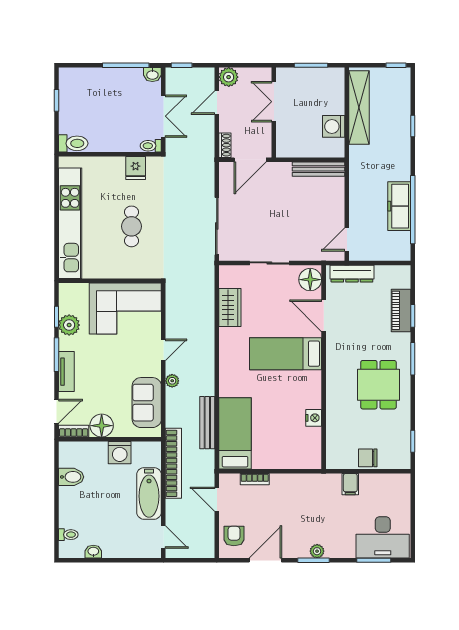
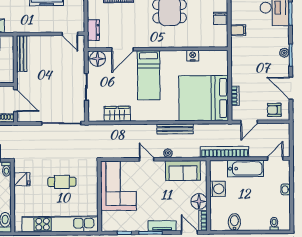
dresser: (352, 274) -> (93, 30), width x0.70
plant: (69, 325) -> (130, 224), removed
bench: (207, 423) -> (175, 129), moved
bed: (235, 433) -> (204, 98), width x2.04
washbasin: (93, 552) -> (286, 189), moved

